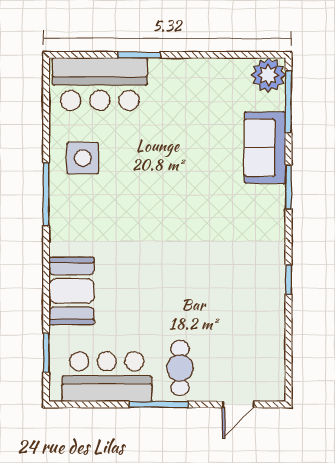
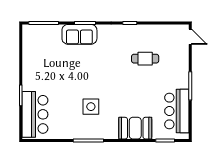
plant: (268, 75) -> (31, 33), removed
sofa: (265, 148) -> (79, 34), moved
side table: (83, 158) -> (91, 107), moved
cafe table: (180, 368) -> (145, 59), moved
door: (238, 404) -> (190, 37), moved

